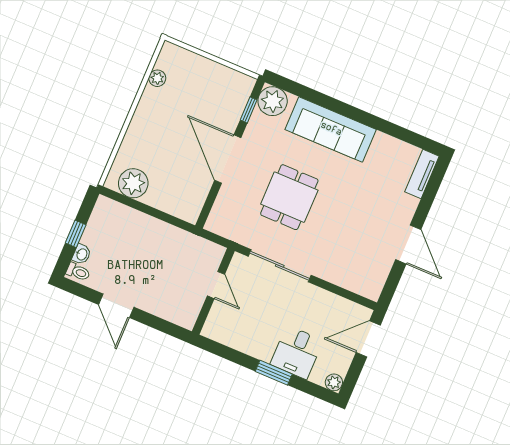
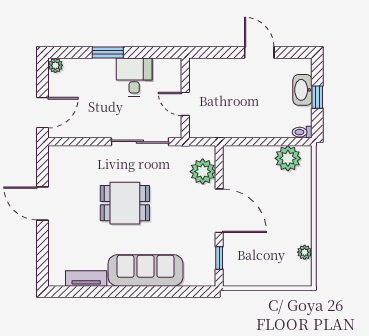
plant: (273, 101) -> (203, 172), moved
tv unit: (422, 174) -> (86, 278), moved, turned -90
dining table: (289, 197) -> (125, 203), moved, turned 90
washbasin: (82, 254) -> (302, 90), width x1.91, depth x1.45
toilet: (78, 272) -> (302, 132), moved
desk: (297, 352) -> (134, 77), moved

